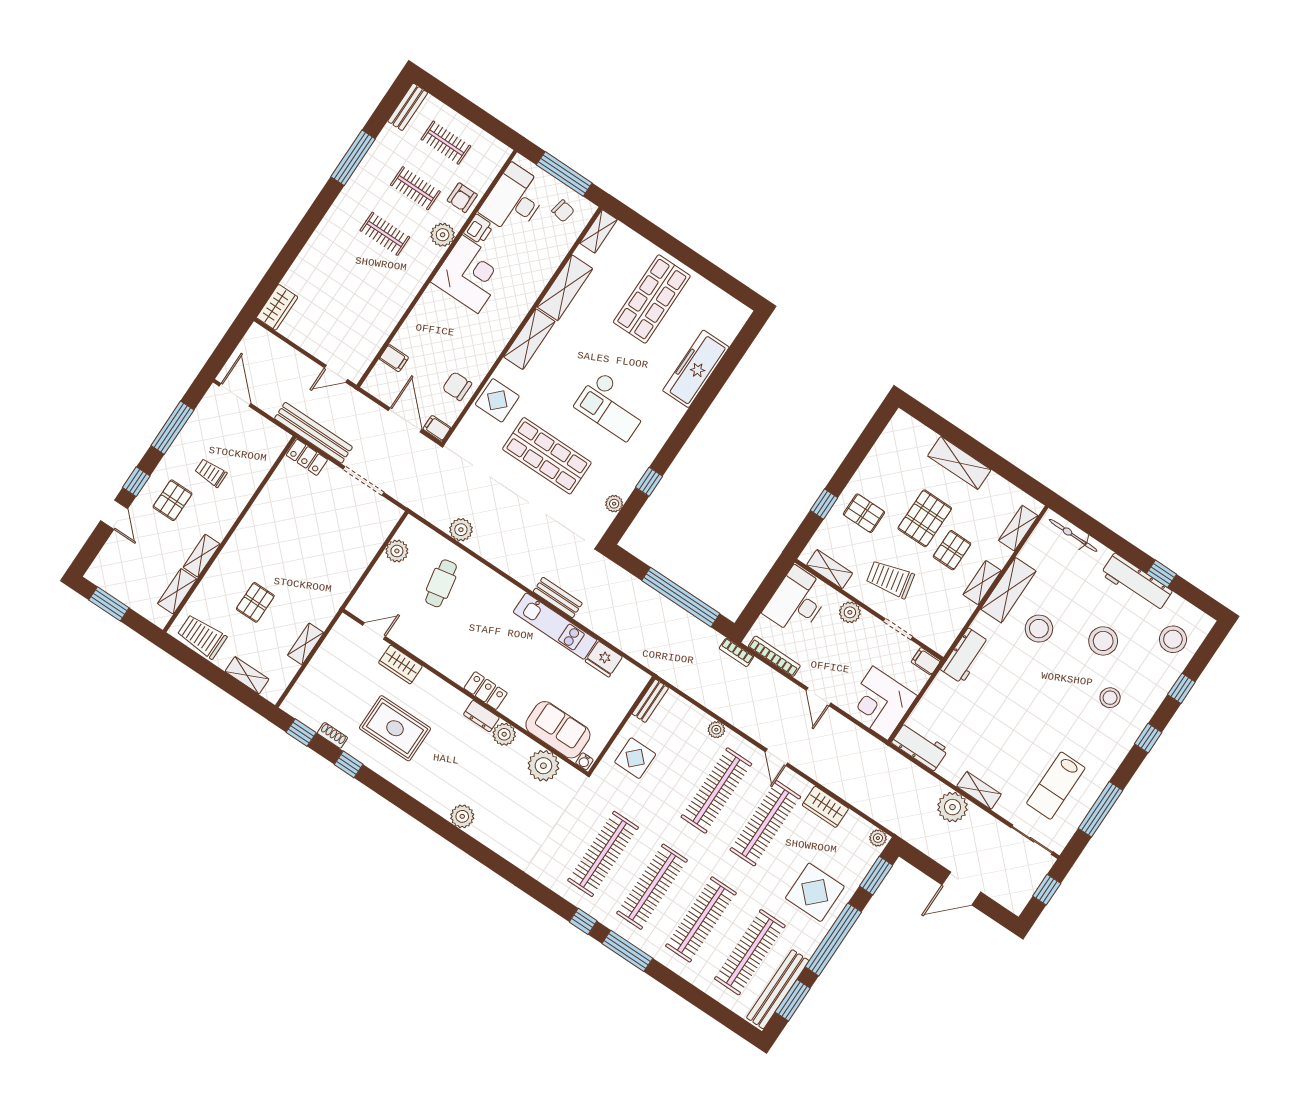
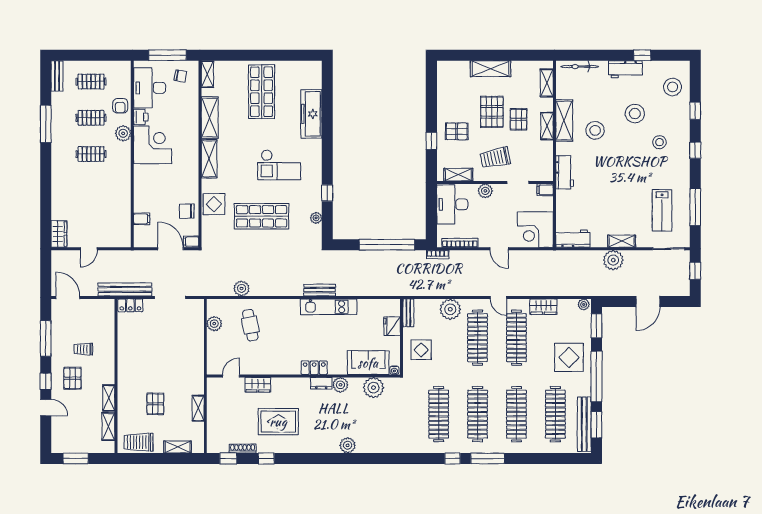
door: (336, 374) -> (89, 249), moved
workbench: (1136, 583) -> (625, 69), width x0.73
fridge: (604, 659) -> (392, 326), moved, turned 90
plant: (716, 730) -> (450, 309), width x1.88, depth x1.88
shoe rack: (332, 735) -> (243, 449), width x1.43

